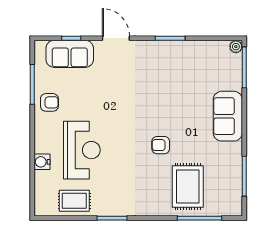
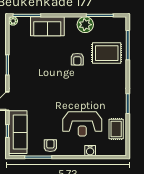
sofa: (70, 54) -> (18, 132), width x1.36
sofa: (228, 116) -> (47, 26), moved
armchair: (161, 145) -> (77, 59), moved
reception desk: (82, 150) -> (82, 124), turned 180
plant: (230, 155) -> (85, 25), added

